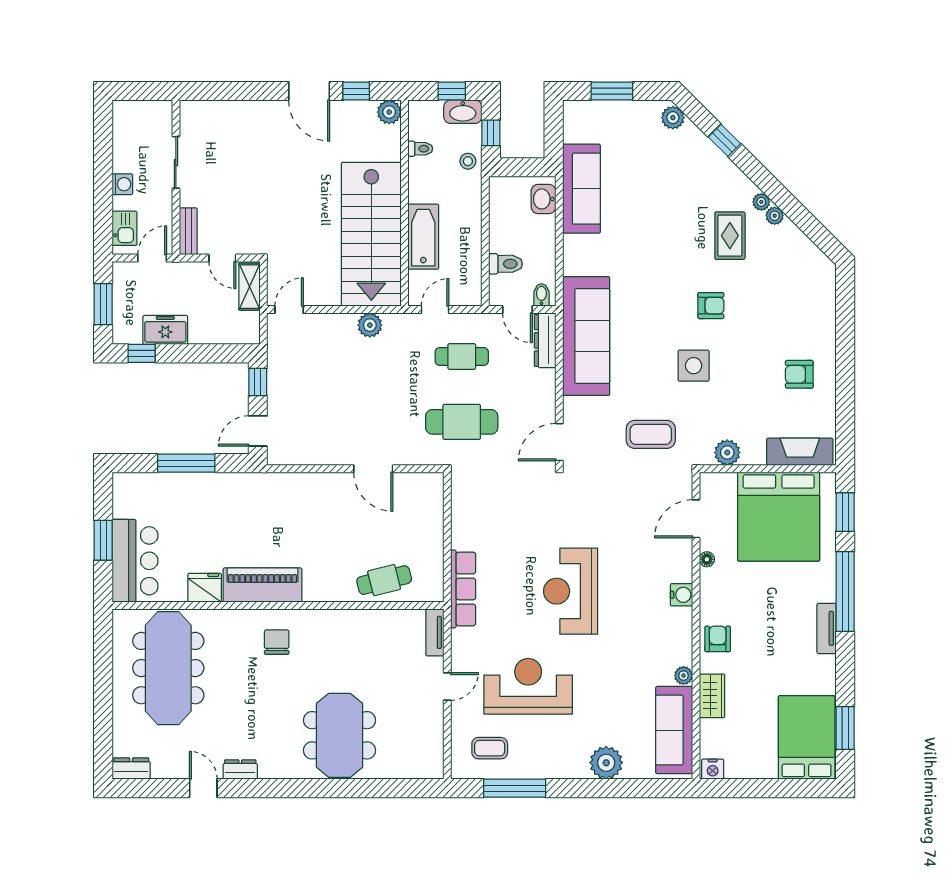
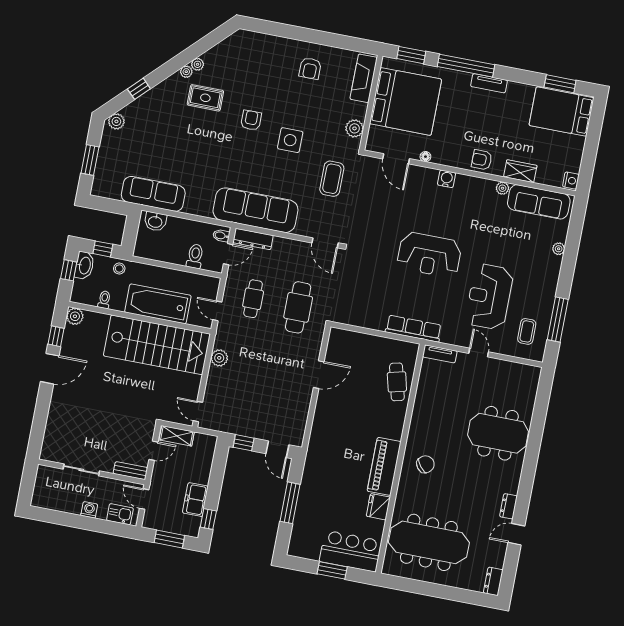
bathtub: (423, 237) -> (158, 304), width x1.36, depth x1.36
chair: (277, 642) -> (425, 464), turned 142
plant: (606, 763) -> (559, 249), width x0.53, depth x0.53

